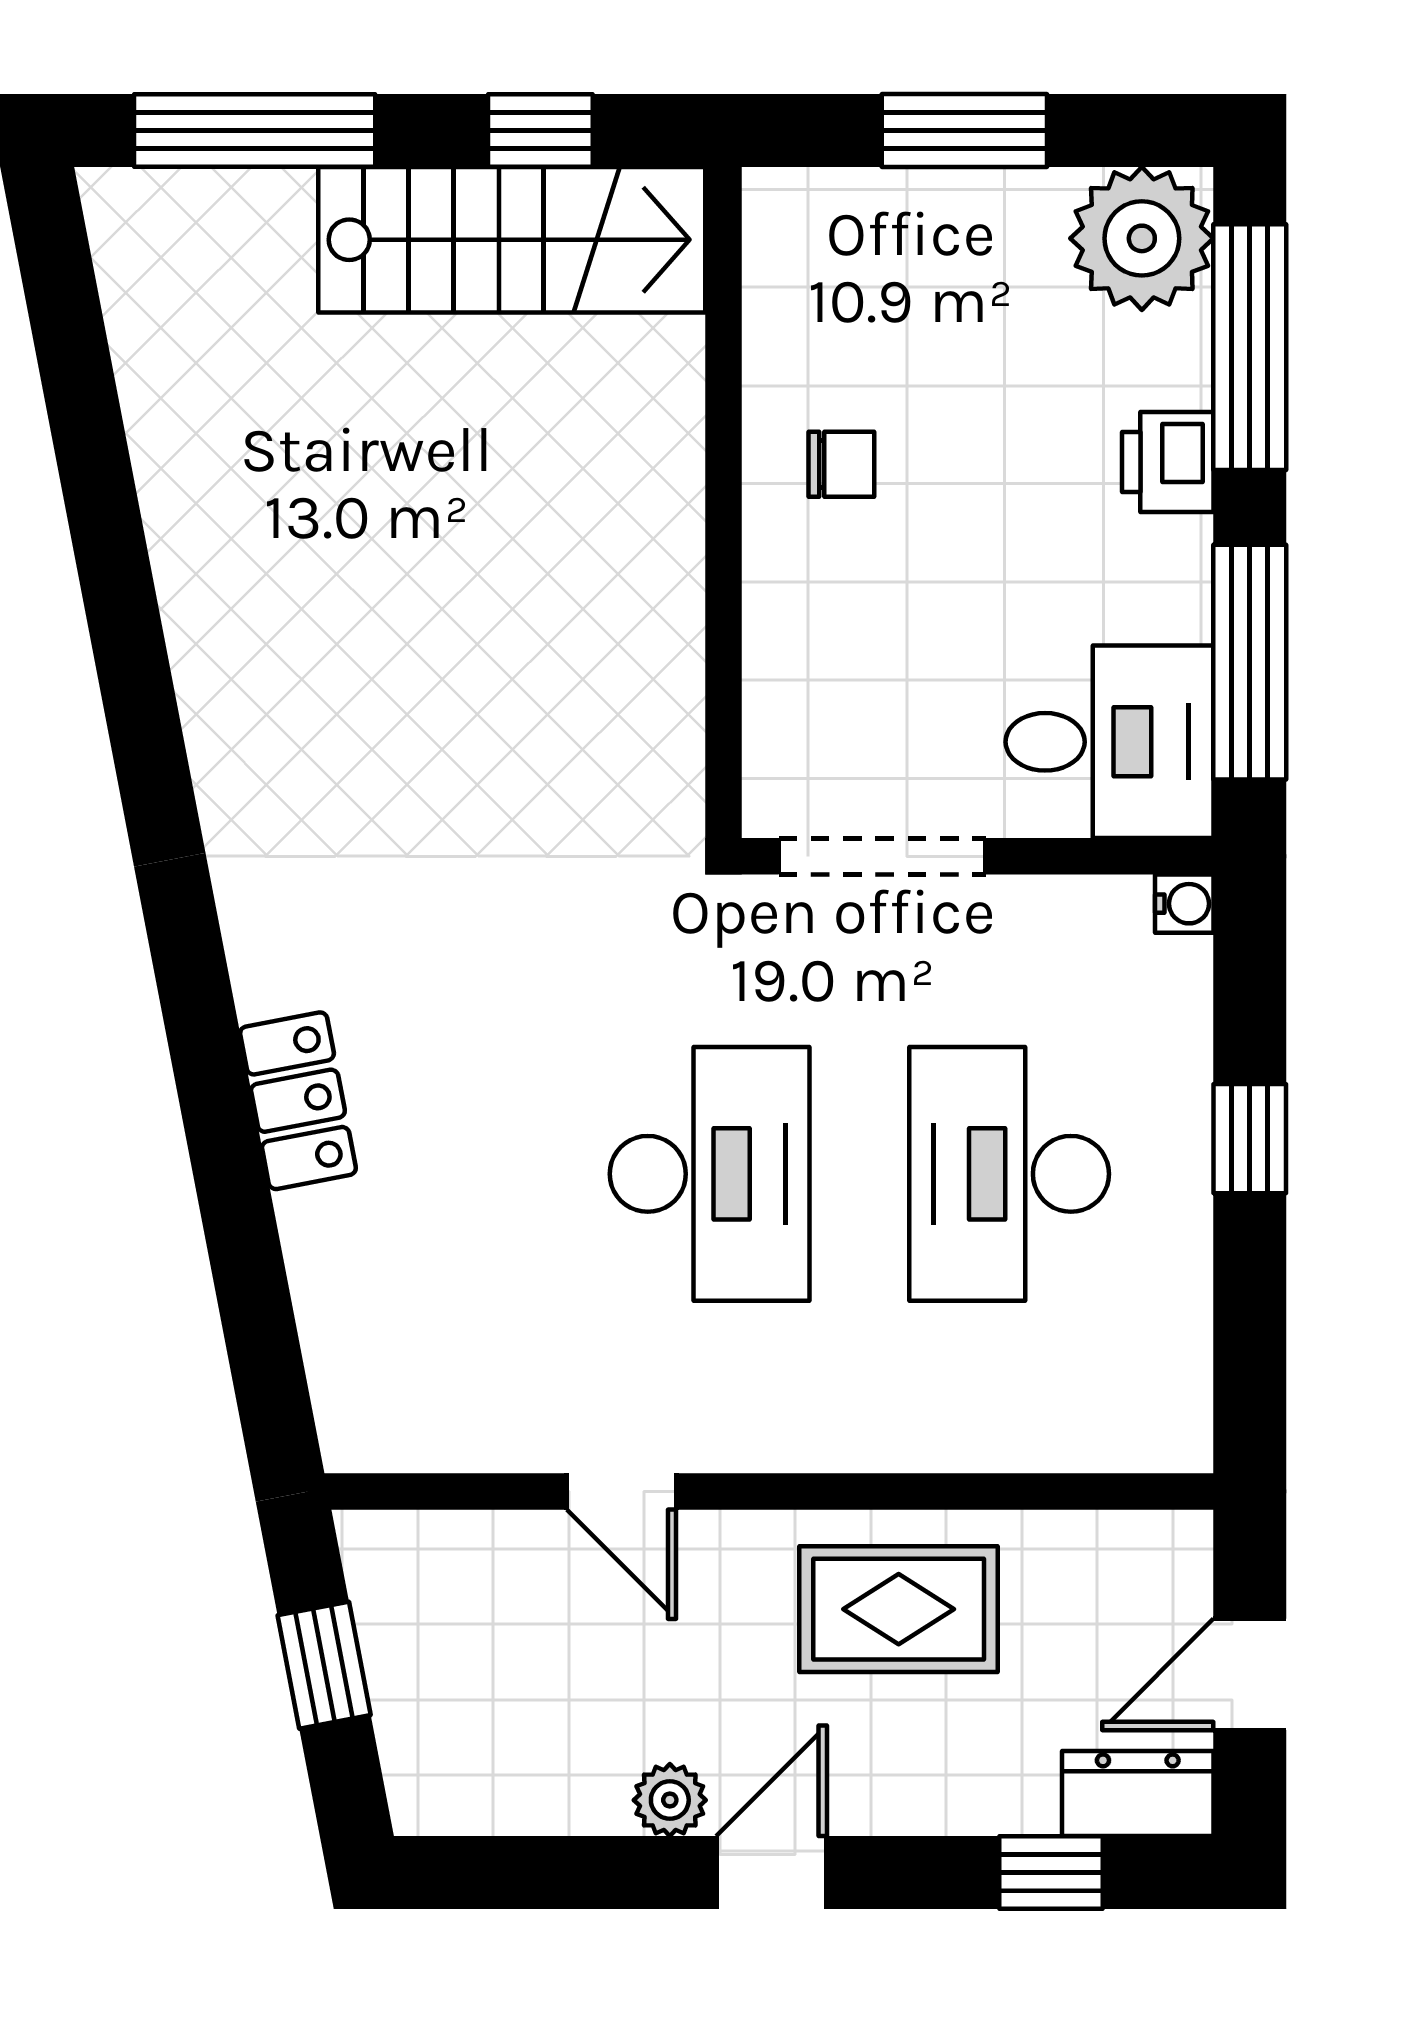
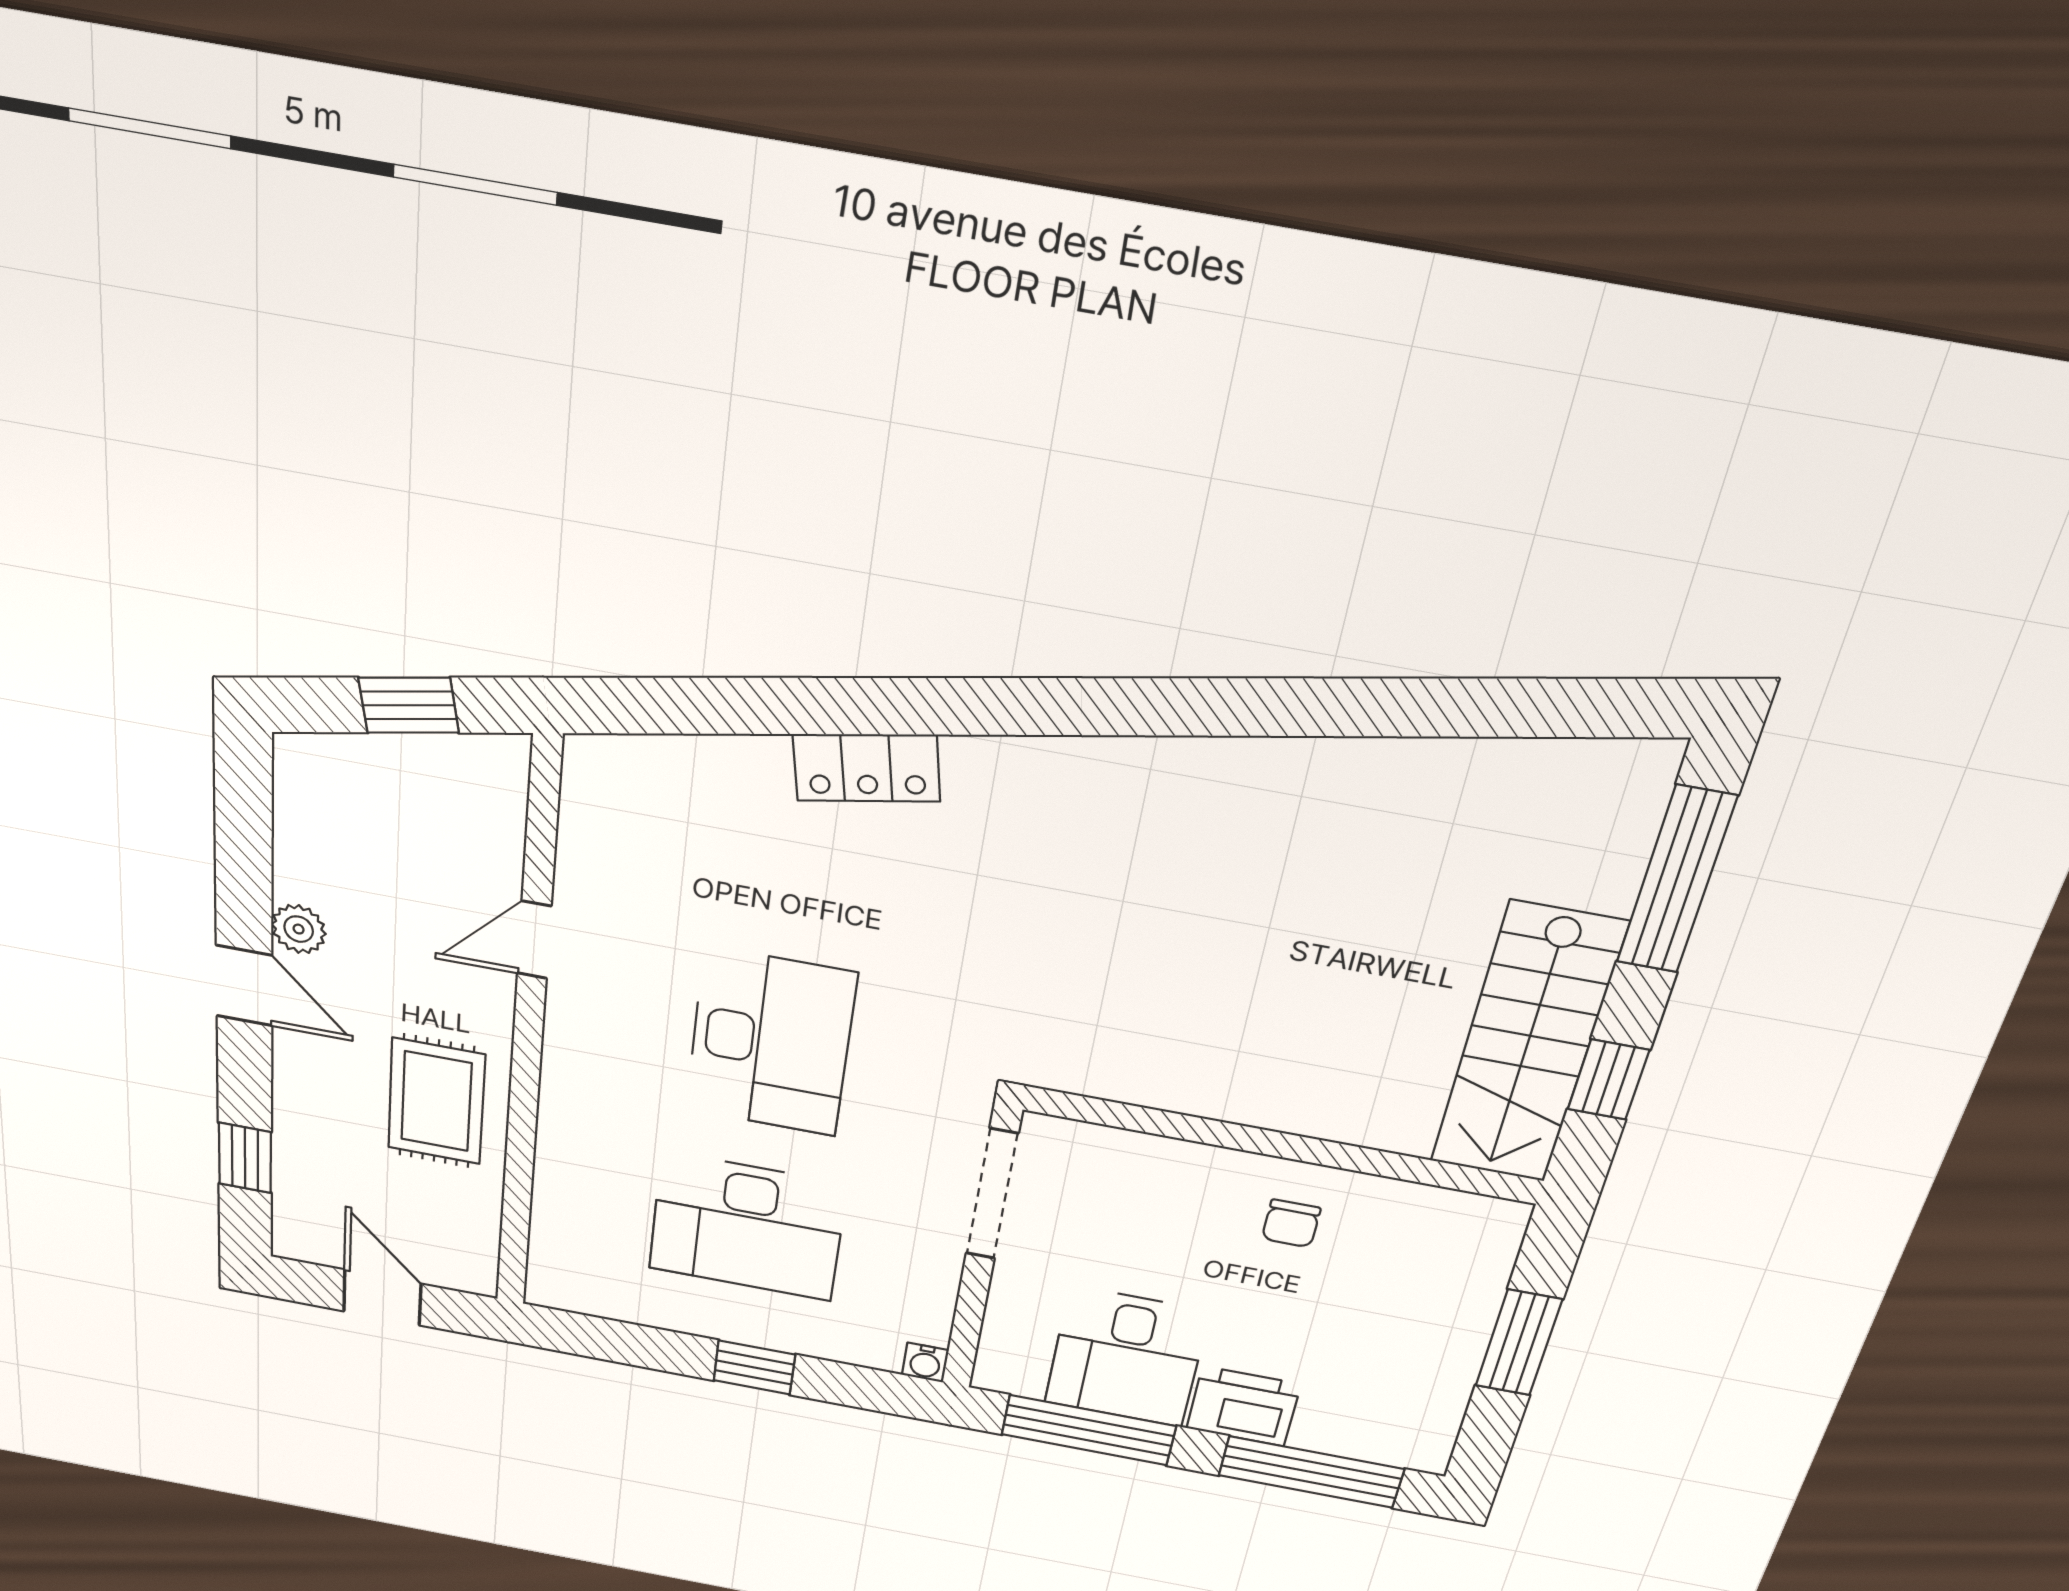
plant: (1142, 238) -> (1407, 1428), removed
printer: (1168, 462) -> (1243, 1406), width x1.36, depth x1.24
desk: (1110, 742) -> (1126, 1357), moved
desk: (710, 1174) -> (771, 1042), turned -90
desk: (1009, 1174) -> (747, 1226), turned 180
dresser: (1138, 1794) -> (301, 1219), removed

